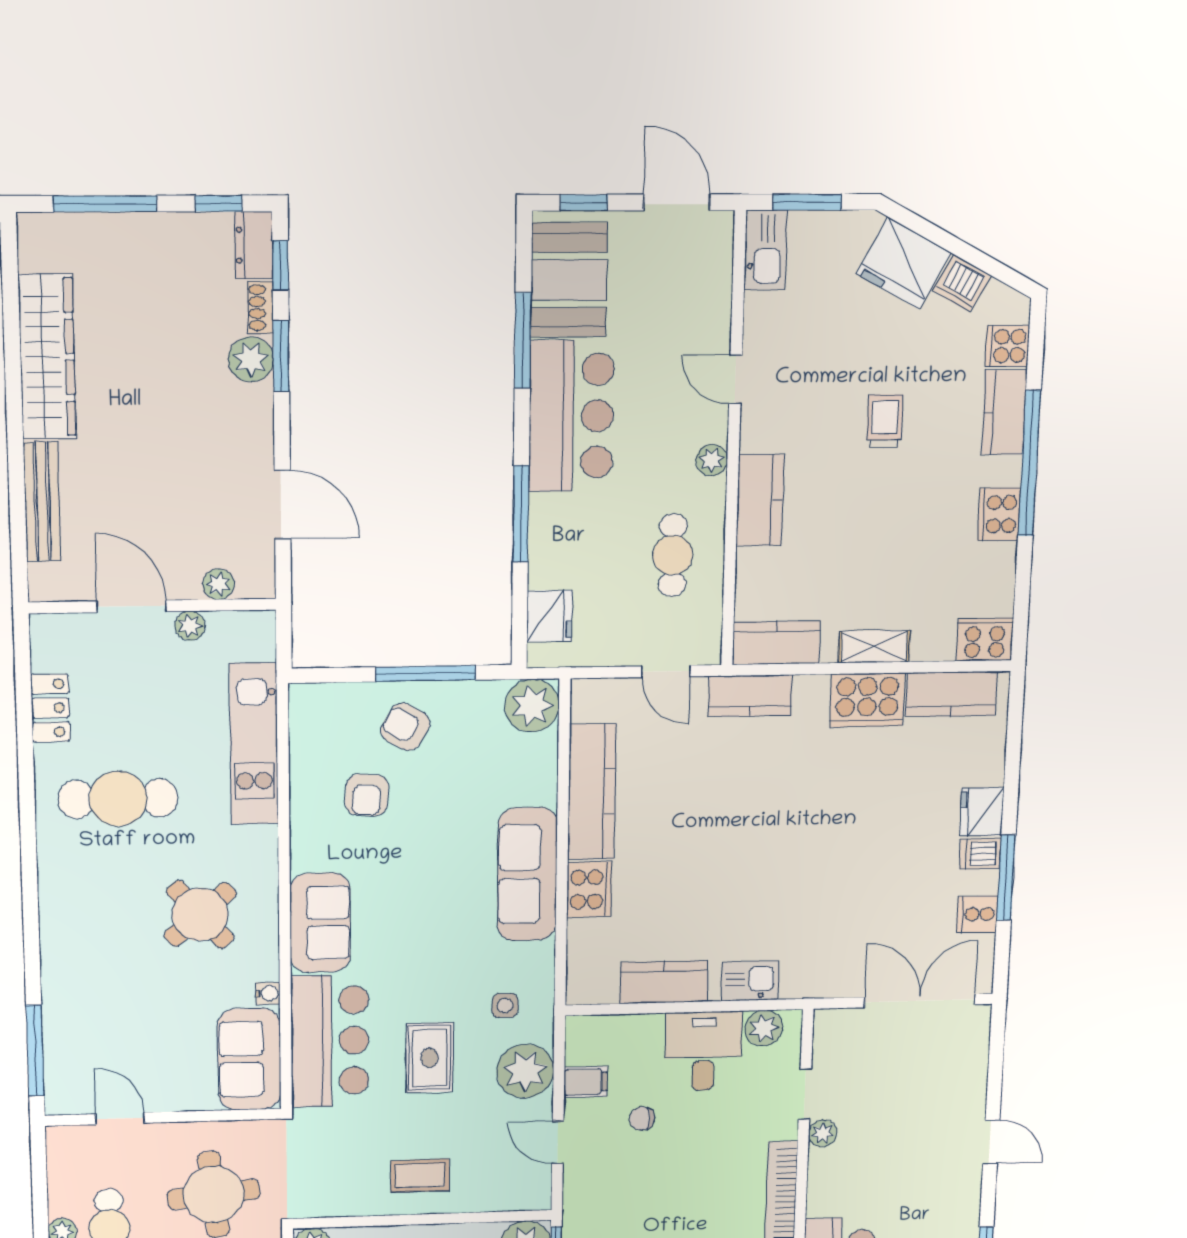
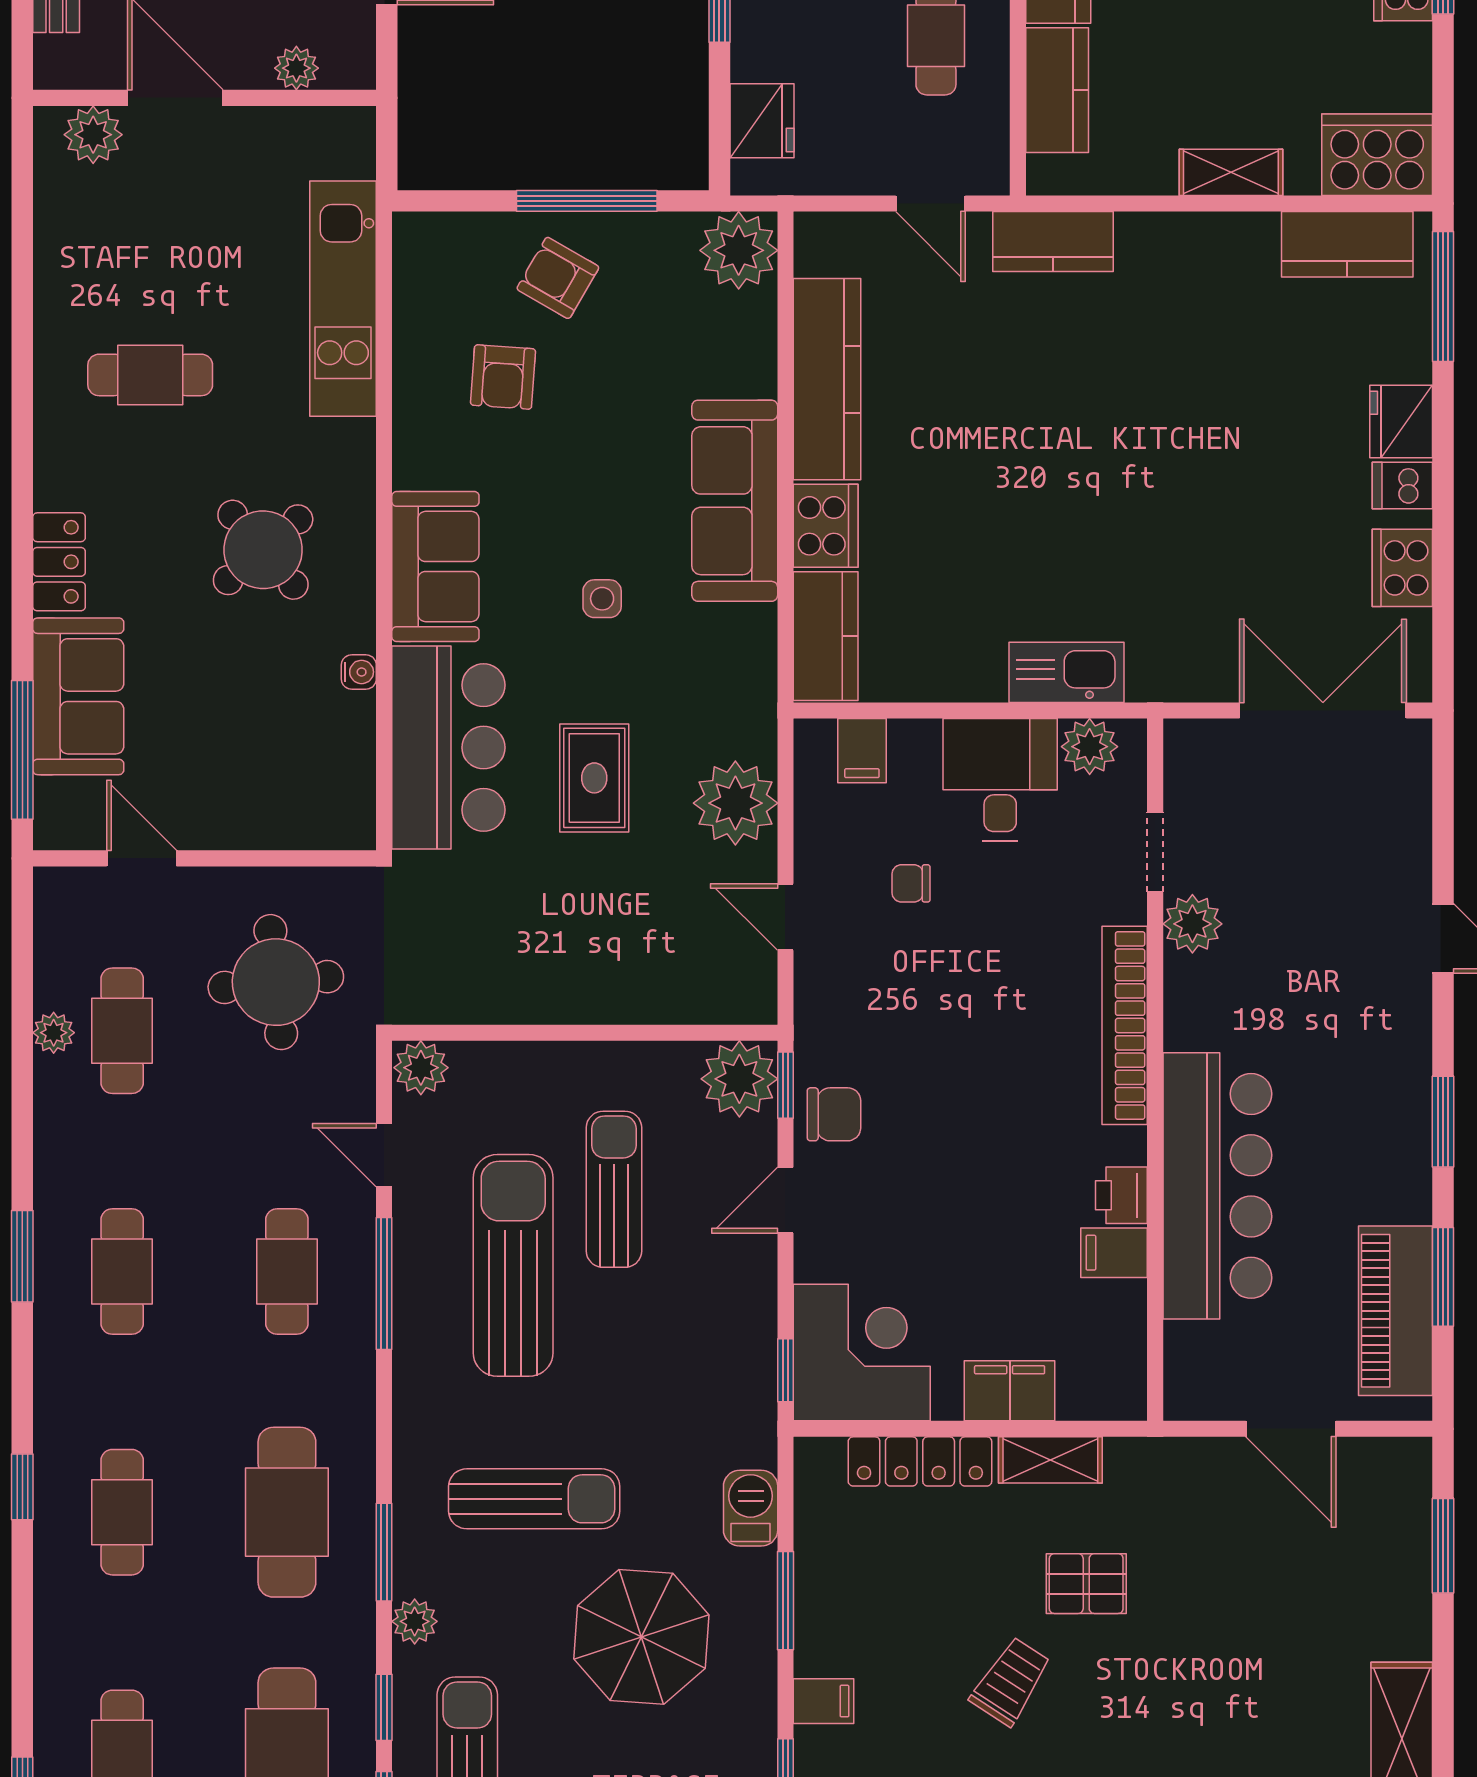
plant: (190, 626) -> (93, 135), moved, width x1.38, depth x1.38
cooker: (985, 639) -> (1377, 155), width x1.37, depth x1.31
kitchen counter: (776, 643) -> (1057, 90), moved, turned 90
cooker: (867, 700) -> (1224, 251), removed
locker: (50, 708) -> (59, 562), moved
cafe table: (118, 799) -> (150, 375), width x0.73, depth x0.74
window: (1006, 878) -> (1443, 297), moved
cooker: (977, 914) -> (1402, 568), width x1.36
kitchen sink: (750, 981) -> (1067, 672), width x1.38
kitchen counter: (664, 982) -> (826, 636), moved, turned 90
side table: (505, 1005) -> (602, 599), moved
sofa: (249, 1059) -> (78, 696), moved, turned 180
filing cabinet: (586, 1082) -> (862, 751), moved, turned 90
plant: (823, 1133) -> (1192, 924), width x1.38, depth x1.38
coffee table: (420, 1176) -> (581, 963), removed

